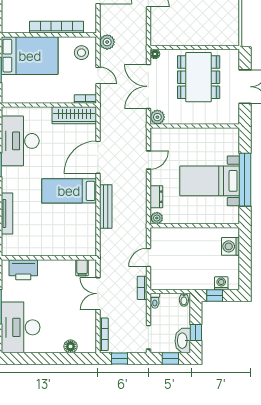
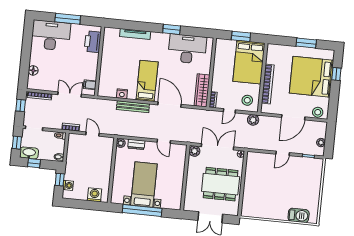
nightstand: (90, 223) -> (122, 94), added

